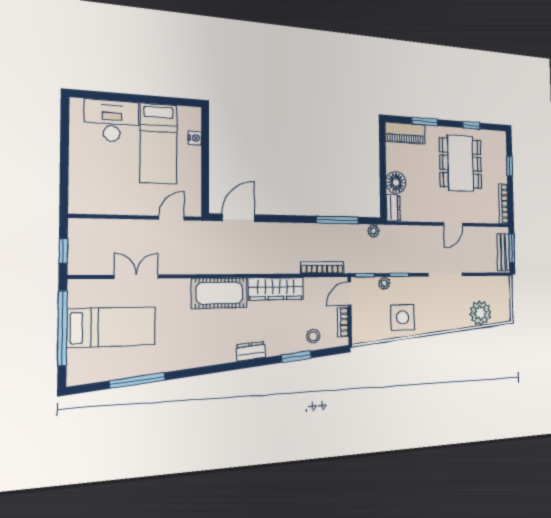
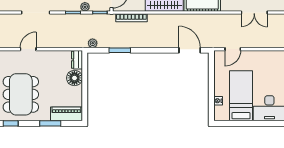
door: (238, 218) -> (190, 50), swing flipped
window: (338, 220) -> (120, 50), width x0.69

